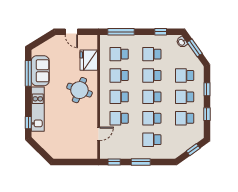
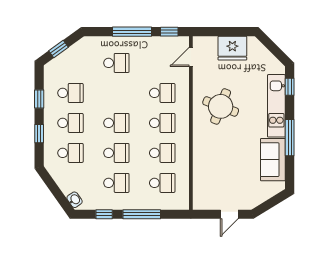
door: (71, 32) -> (229, 214), swing flipped
window: (121, 32) -> (142, 214), moved
window: (195, 48) -> (56, 192), removed
fridge: (89, 60) -> (232, 48), moved, turned 90
window: (28, 73) -> (290, 138), moved
round table: (79, 90) -> (221, 106), moved
school desk: (152, 118) -> (116, 93), removed
door: (99, 134) -> (191, 57), moved
window: (141, 162) -> (132, 32), width x1.44

